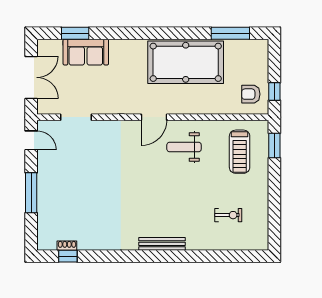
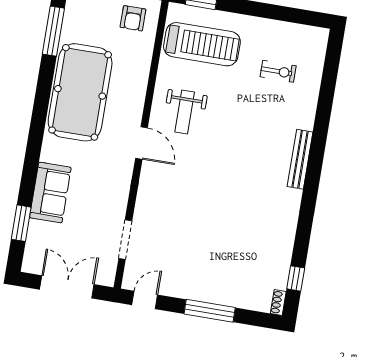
sofa: (86, 52) -> (50, 192), moved
treadmill: (240, 152) -> (202, 44), width x1.37, depth x1.38
exercise bike: (228, 215) -> (278, 71), turned 90
shoe rack: (67, 246) -> (278, 302), moved

